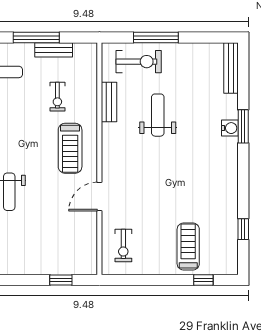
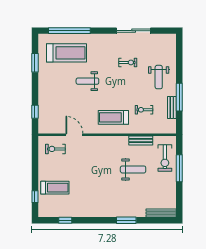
water cooler: (230, 128) -> (125, 212), removed
door: (99, 197) -> (74, 135), moved

